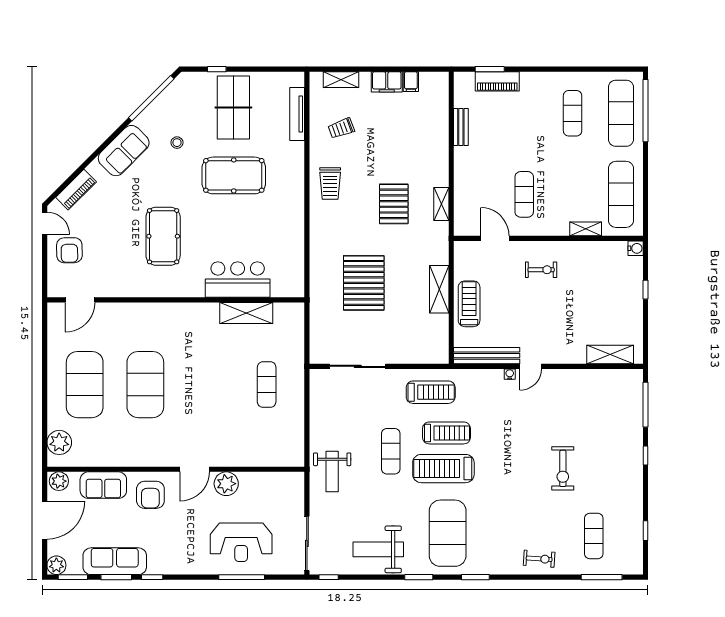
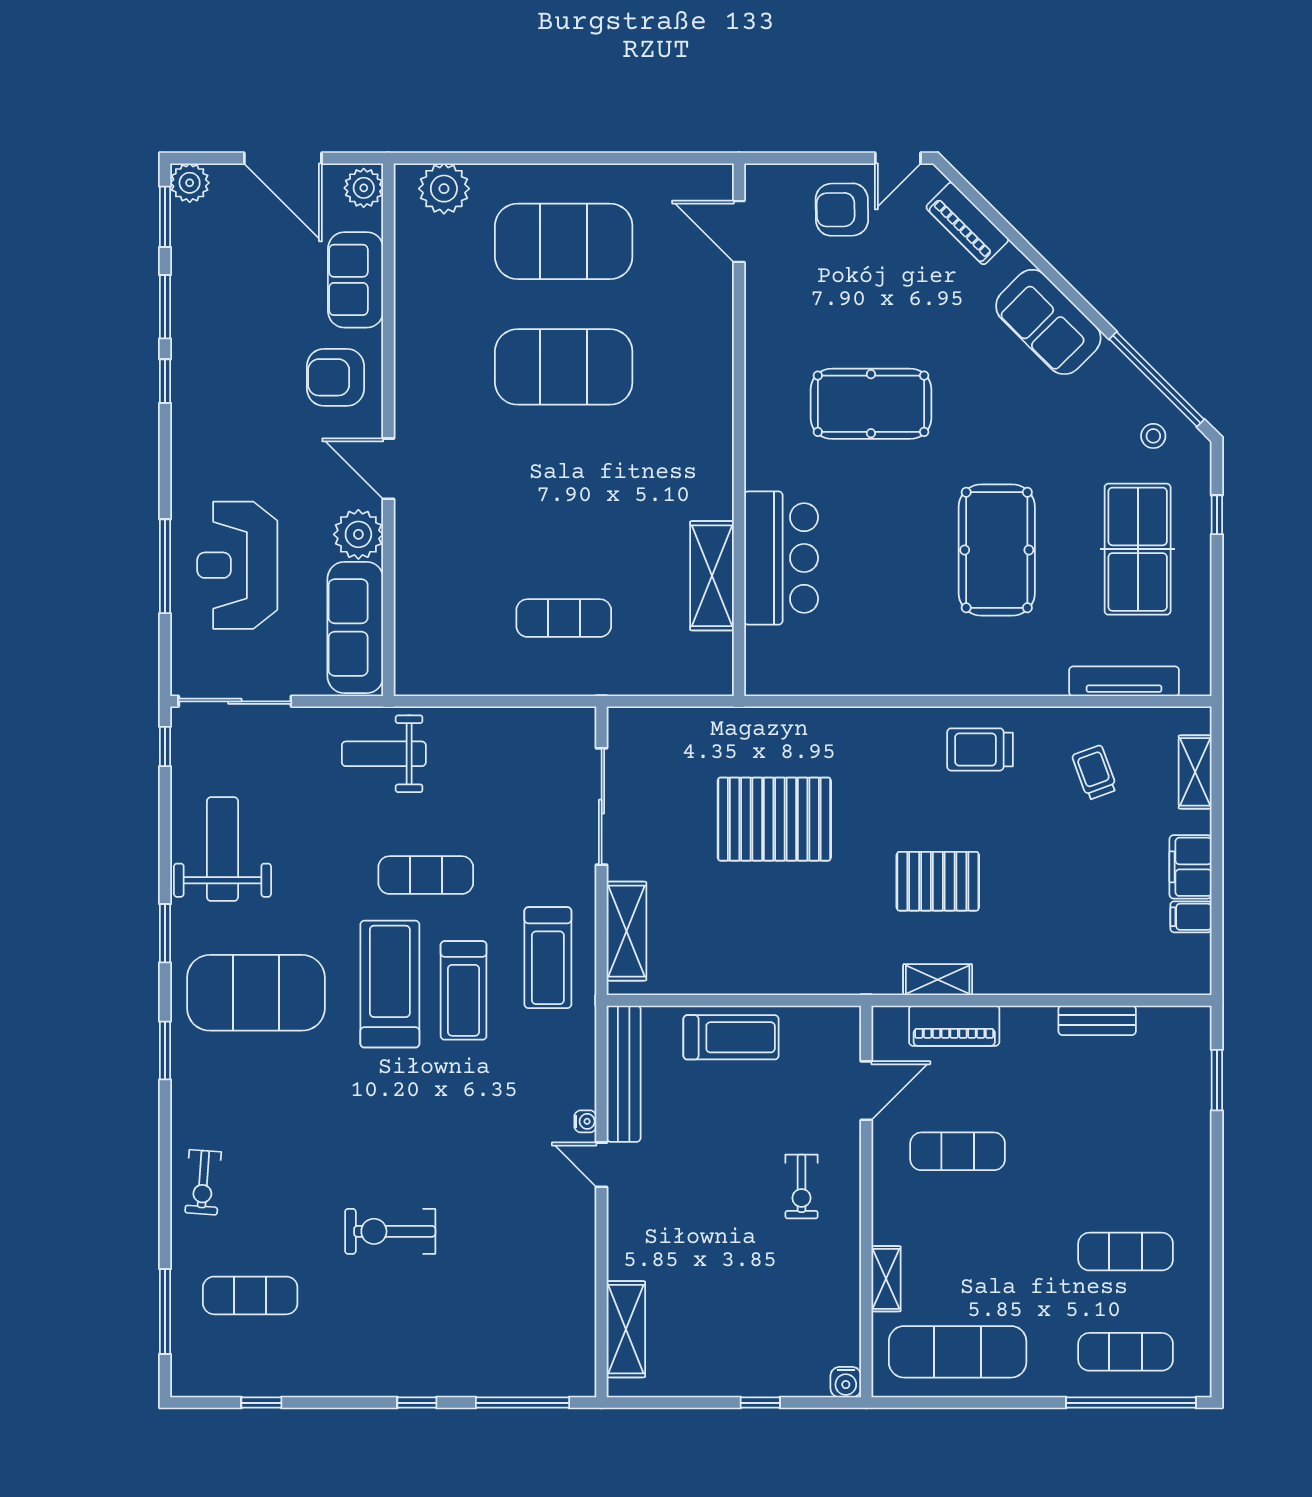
piano: (497, 81) -> (954, 1026), moved, turned -90
table tennis table: (233, 107) -> (1138, 549), turned 90
exercise mat: (621, 113) -> (1126, 1352), width x0.73, depth x0.69
stool: (177, 143) -> (1153, 436), moved
shelving: (439, 289) -> (626, 931), moved, turned 90
sofa: (115, 561) -> (355, 628), moved, turned 180

